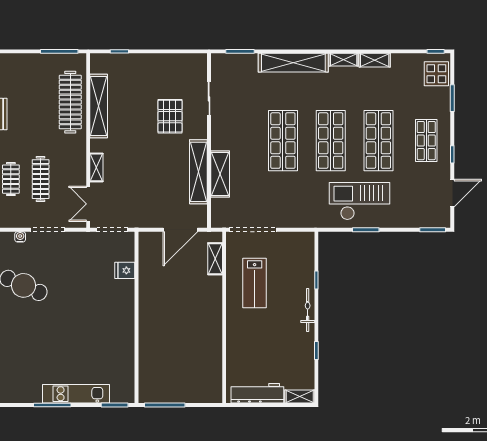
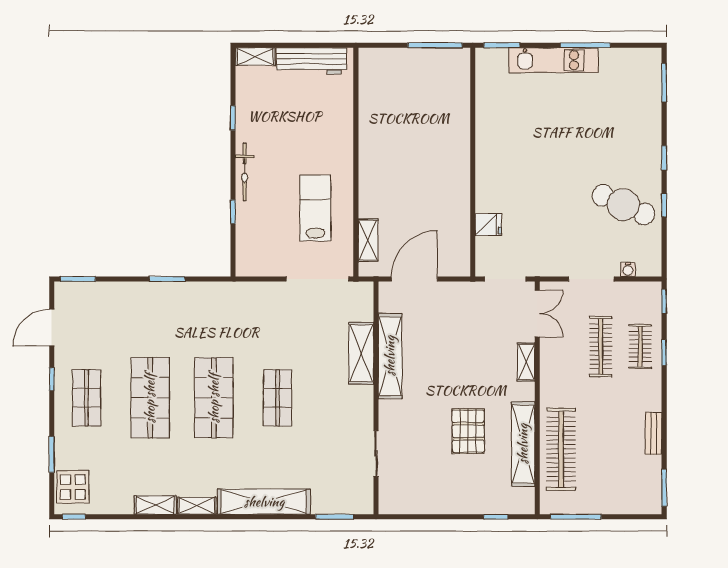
pallet: (170, 116) -> (468, 431), moved
shop shelf: (283, 141) -> (278, 398), width x0.70, depth x0.74
checkout: (360, 201) -> (175, 317), removed

